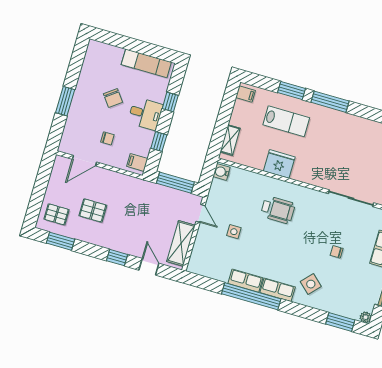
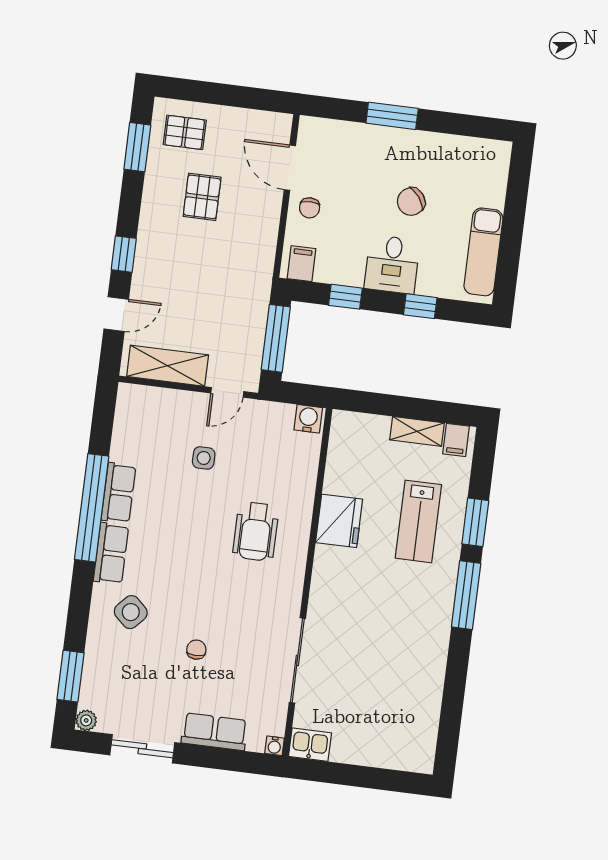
chair: (107, 138) -> (310, 208), moved
shelving: (230, 140) -> (417, 431), moved
pallet: (57, 214) -> (185, 132), turned 90

